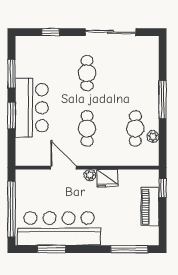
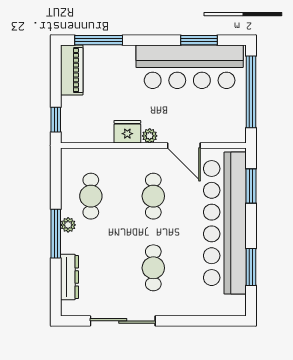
window: (51, 32) -> (201, 321), removed
dresser: (152, 66) -> (69, 277), added
bar counter: (32, 108) -> (225, 223), width x1.86
window: (12, 115) -> (251, 186), moved
plant: (153, 137) -> (68, 225), moved
piano: (150, 206) -> (72, 70), moved

